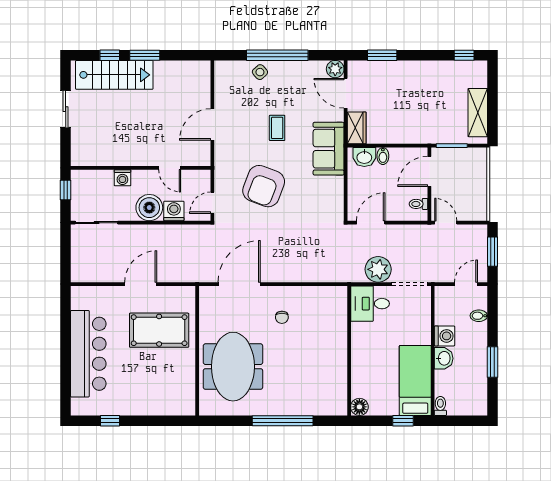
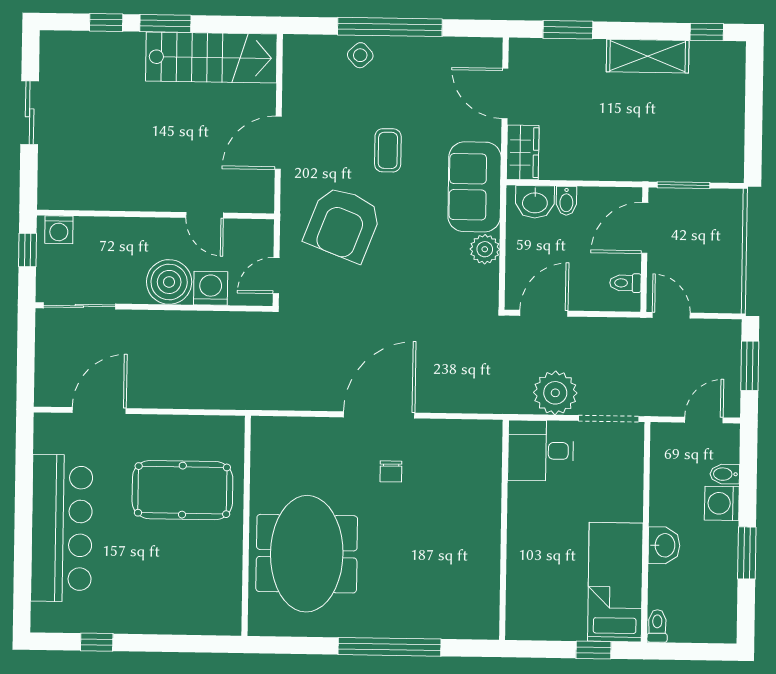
plant: (335, 69) -> (485, 249), moved
stairs: (114, 75) -> (211, 58), moved
shelving: (478, 113) -> (648, 56), moved, turned 90
washing machine: (122, 178) -> (59, 230), moved
armchair: (264, 186) -> (343, 224), moved
door: (141, 284) -> (99, 411), moved
door: (239, 284) -> (379, 415), moved
washing machine: (445, 336) -> (722, 503), moved, turned 180
floor lamp: (359, 407) -> (520, 625), removed

